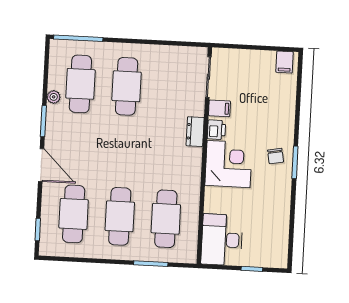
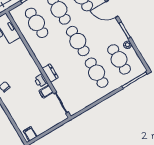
cafe table: (123, 151) -> (78, 41), added
corner desk: (229, 164) -> (24, 68), removed

